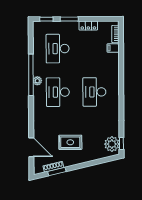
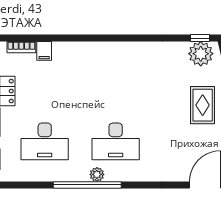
desk: (94, 92) -> (116, 82), removed
rug: (70, 142) -> (203, 105), moved

